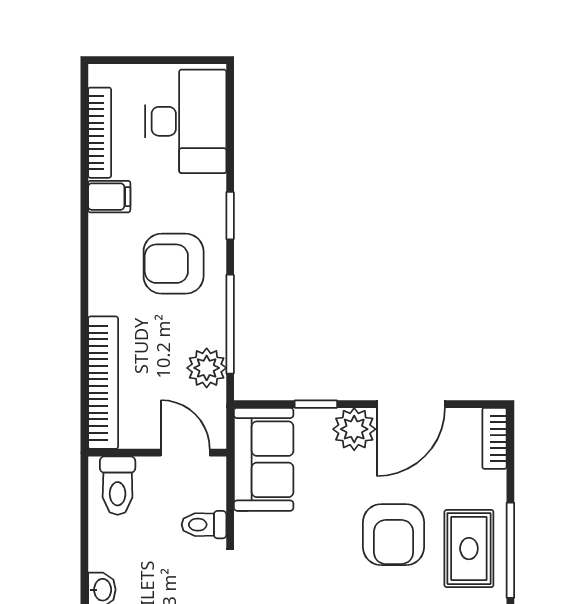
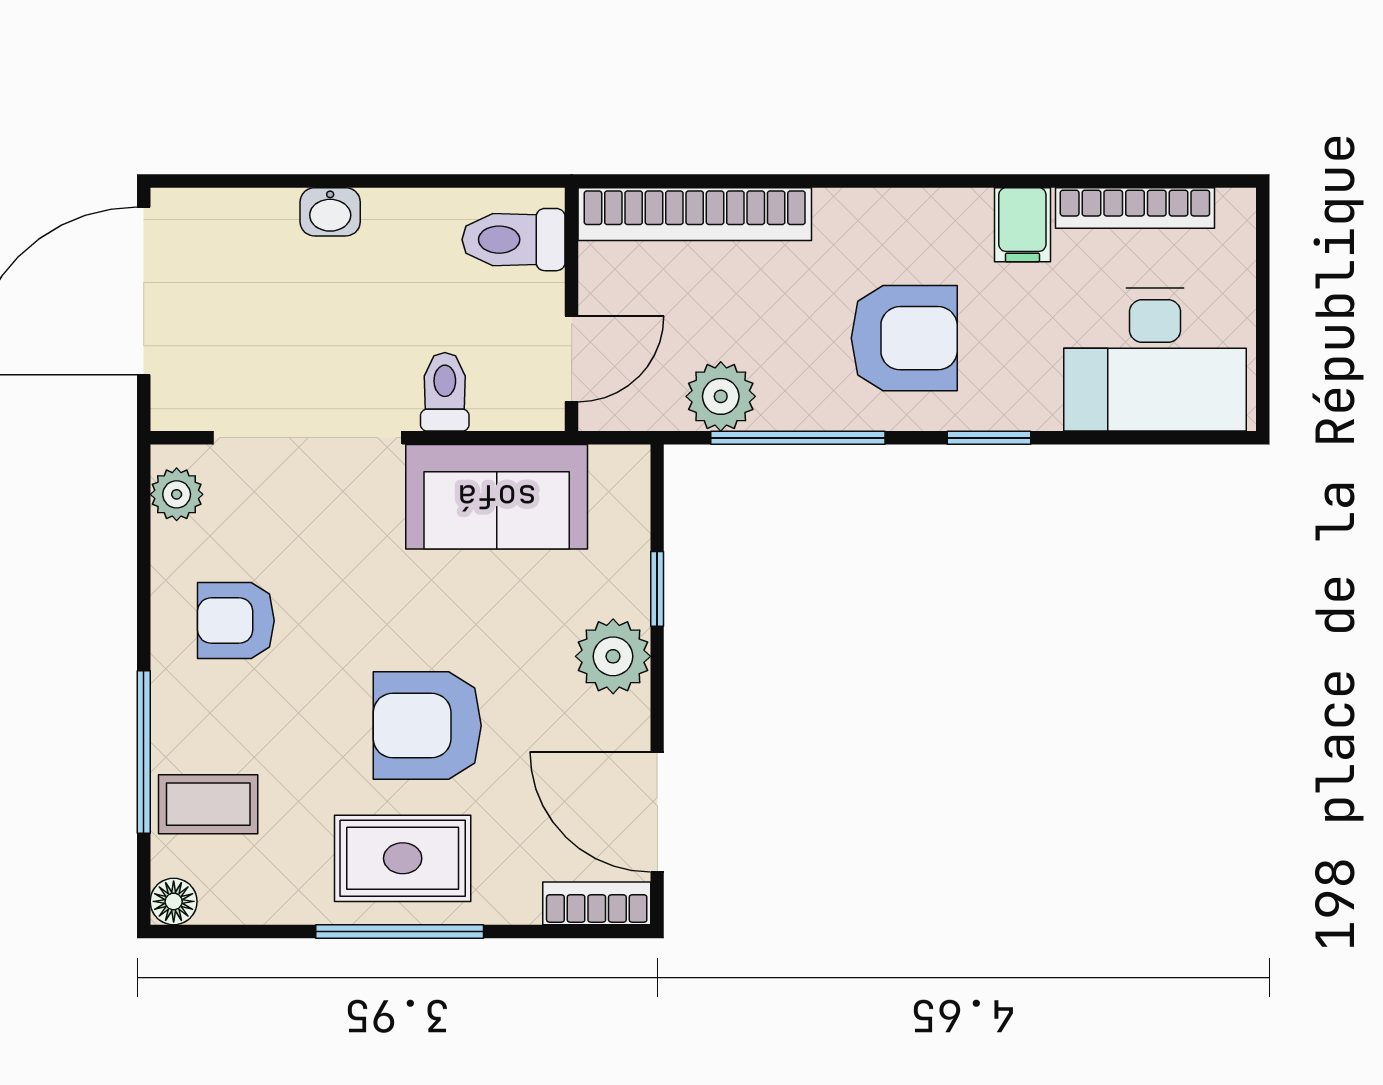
armchair: (174, 264) -> (904, 338), turned 90
door: (411, 404) -> (657, 812), moved
sofa: (264, 459) -> (497, 497), moved

